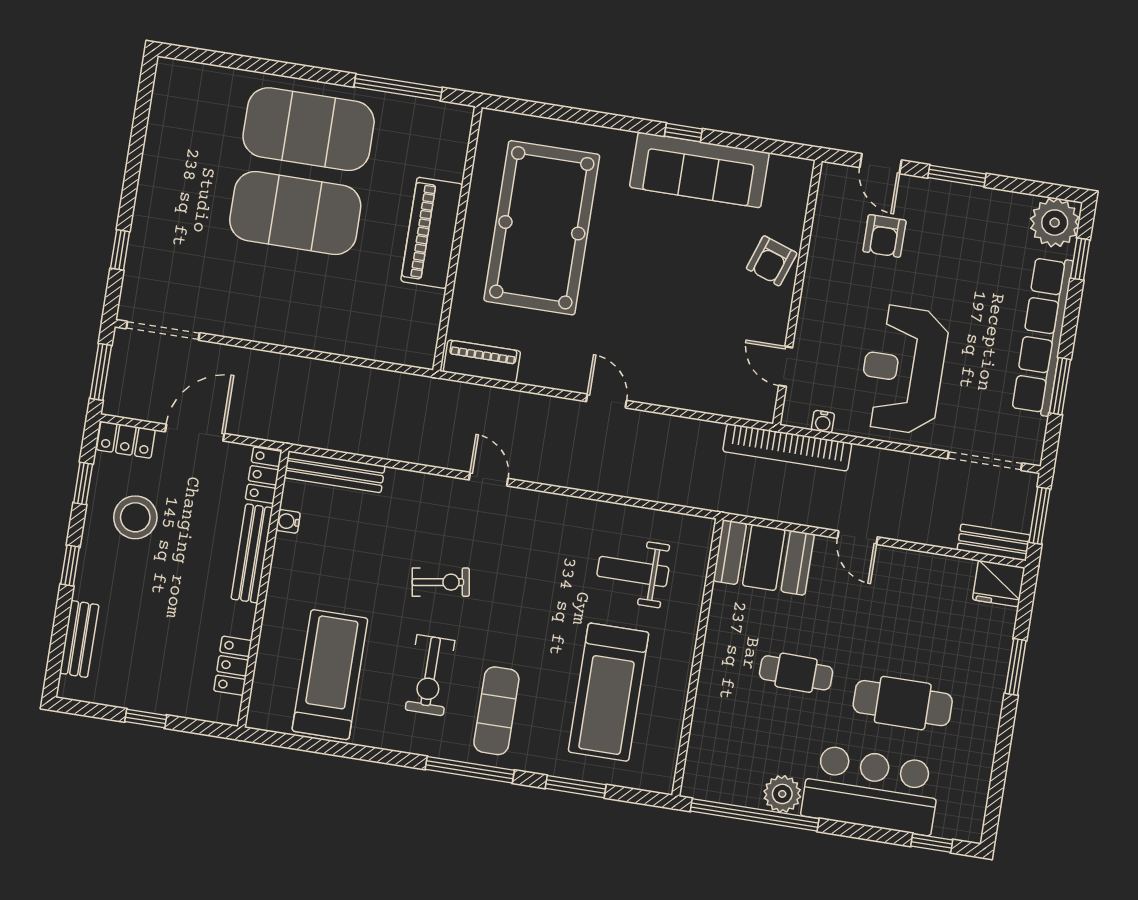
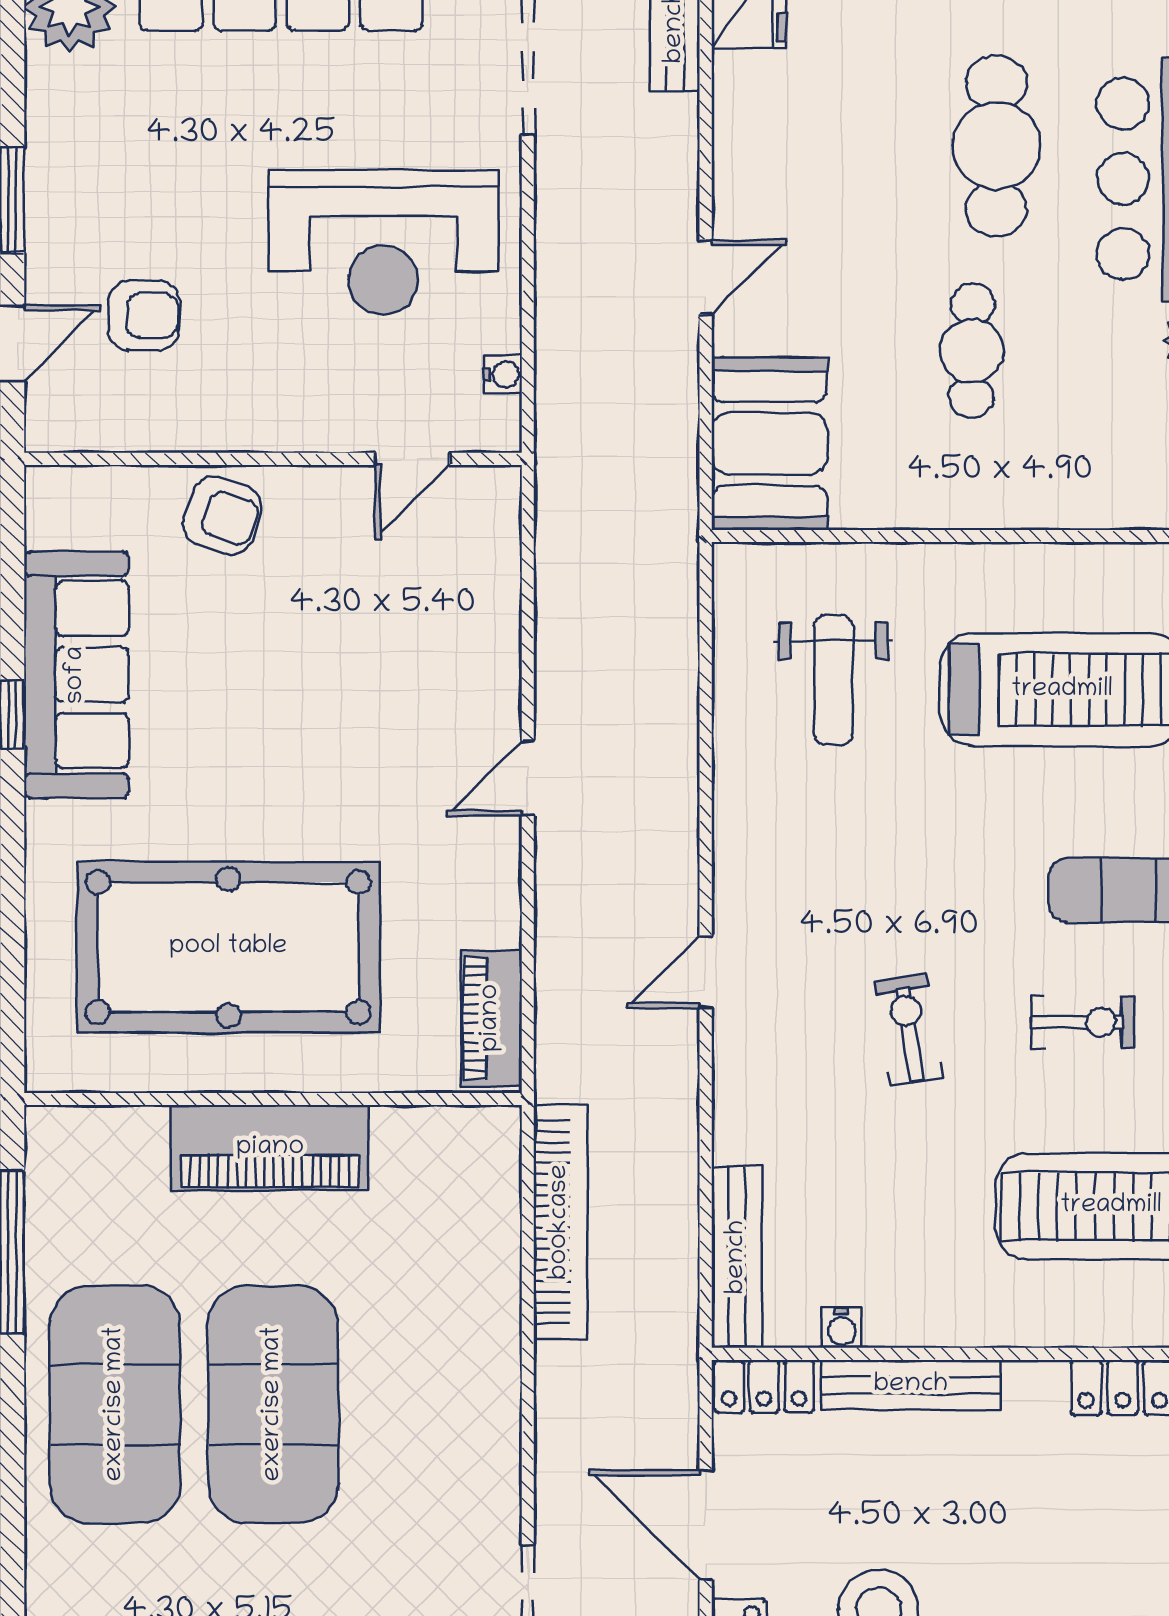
bookcase: (787, 447) -> (560, 1222), moved
exercise bike: (430, 675) -> (1083, 1022), width x0.73, depth x0.72

